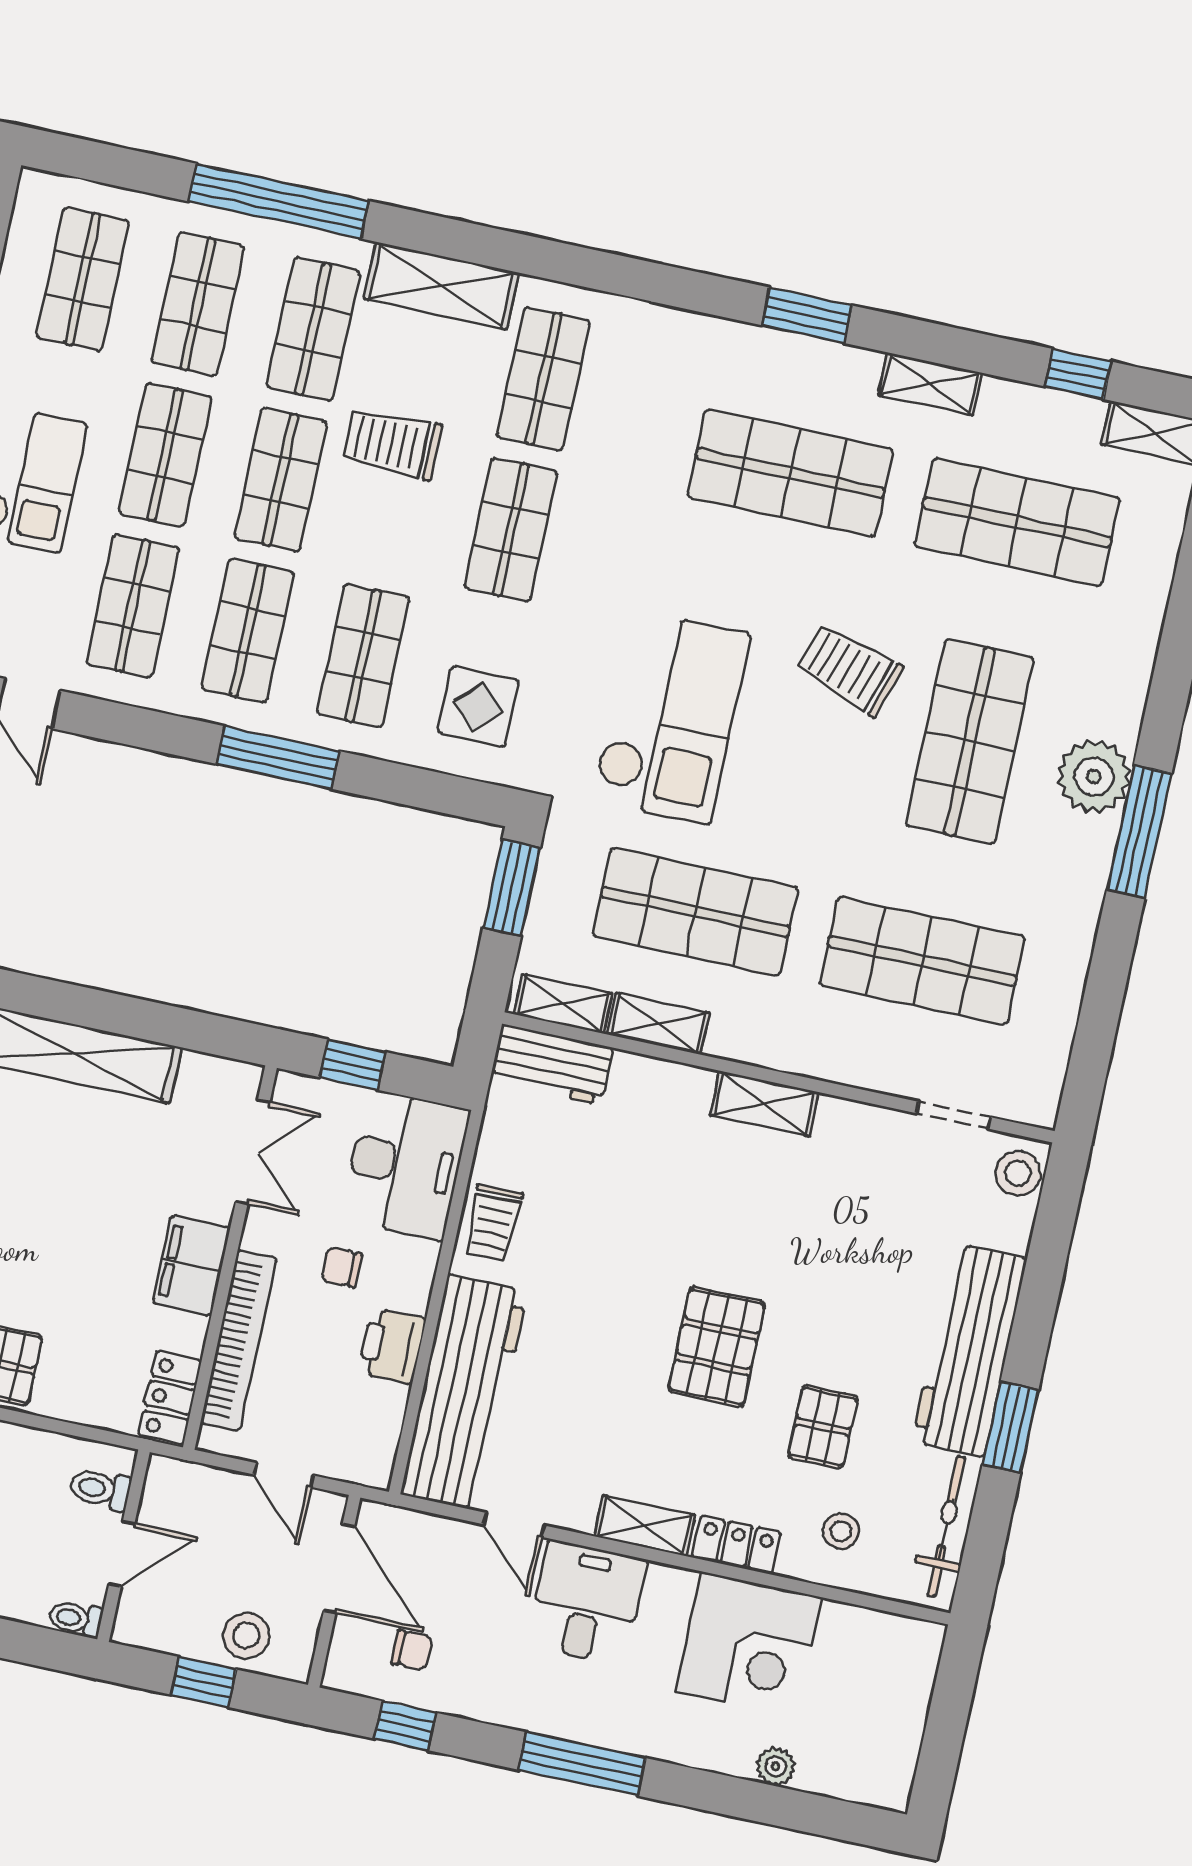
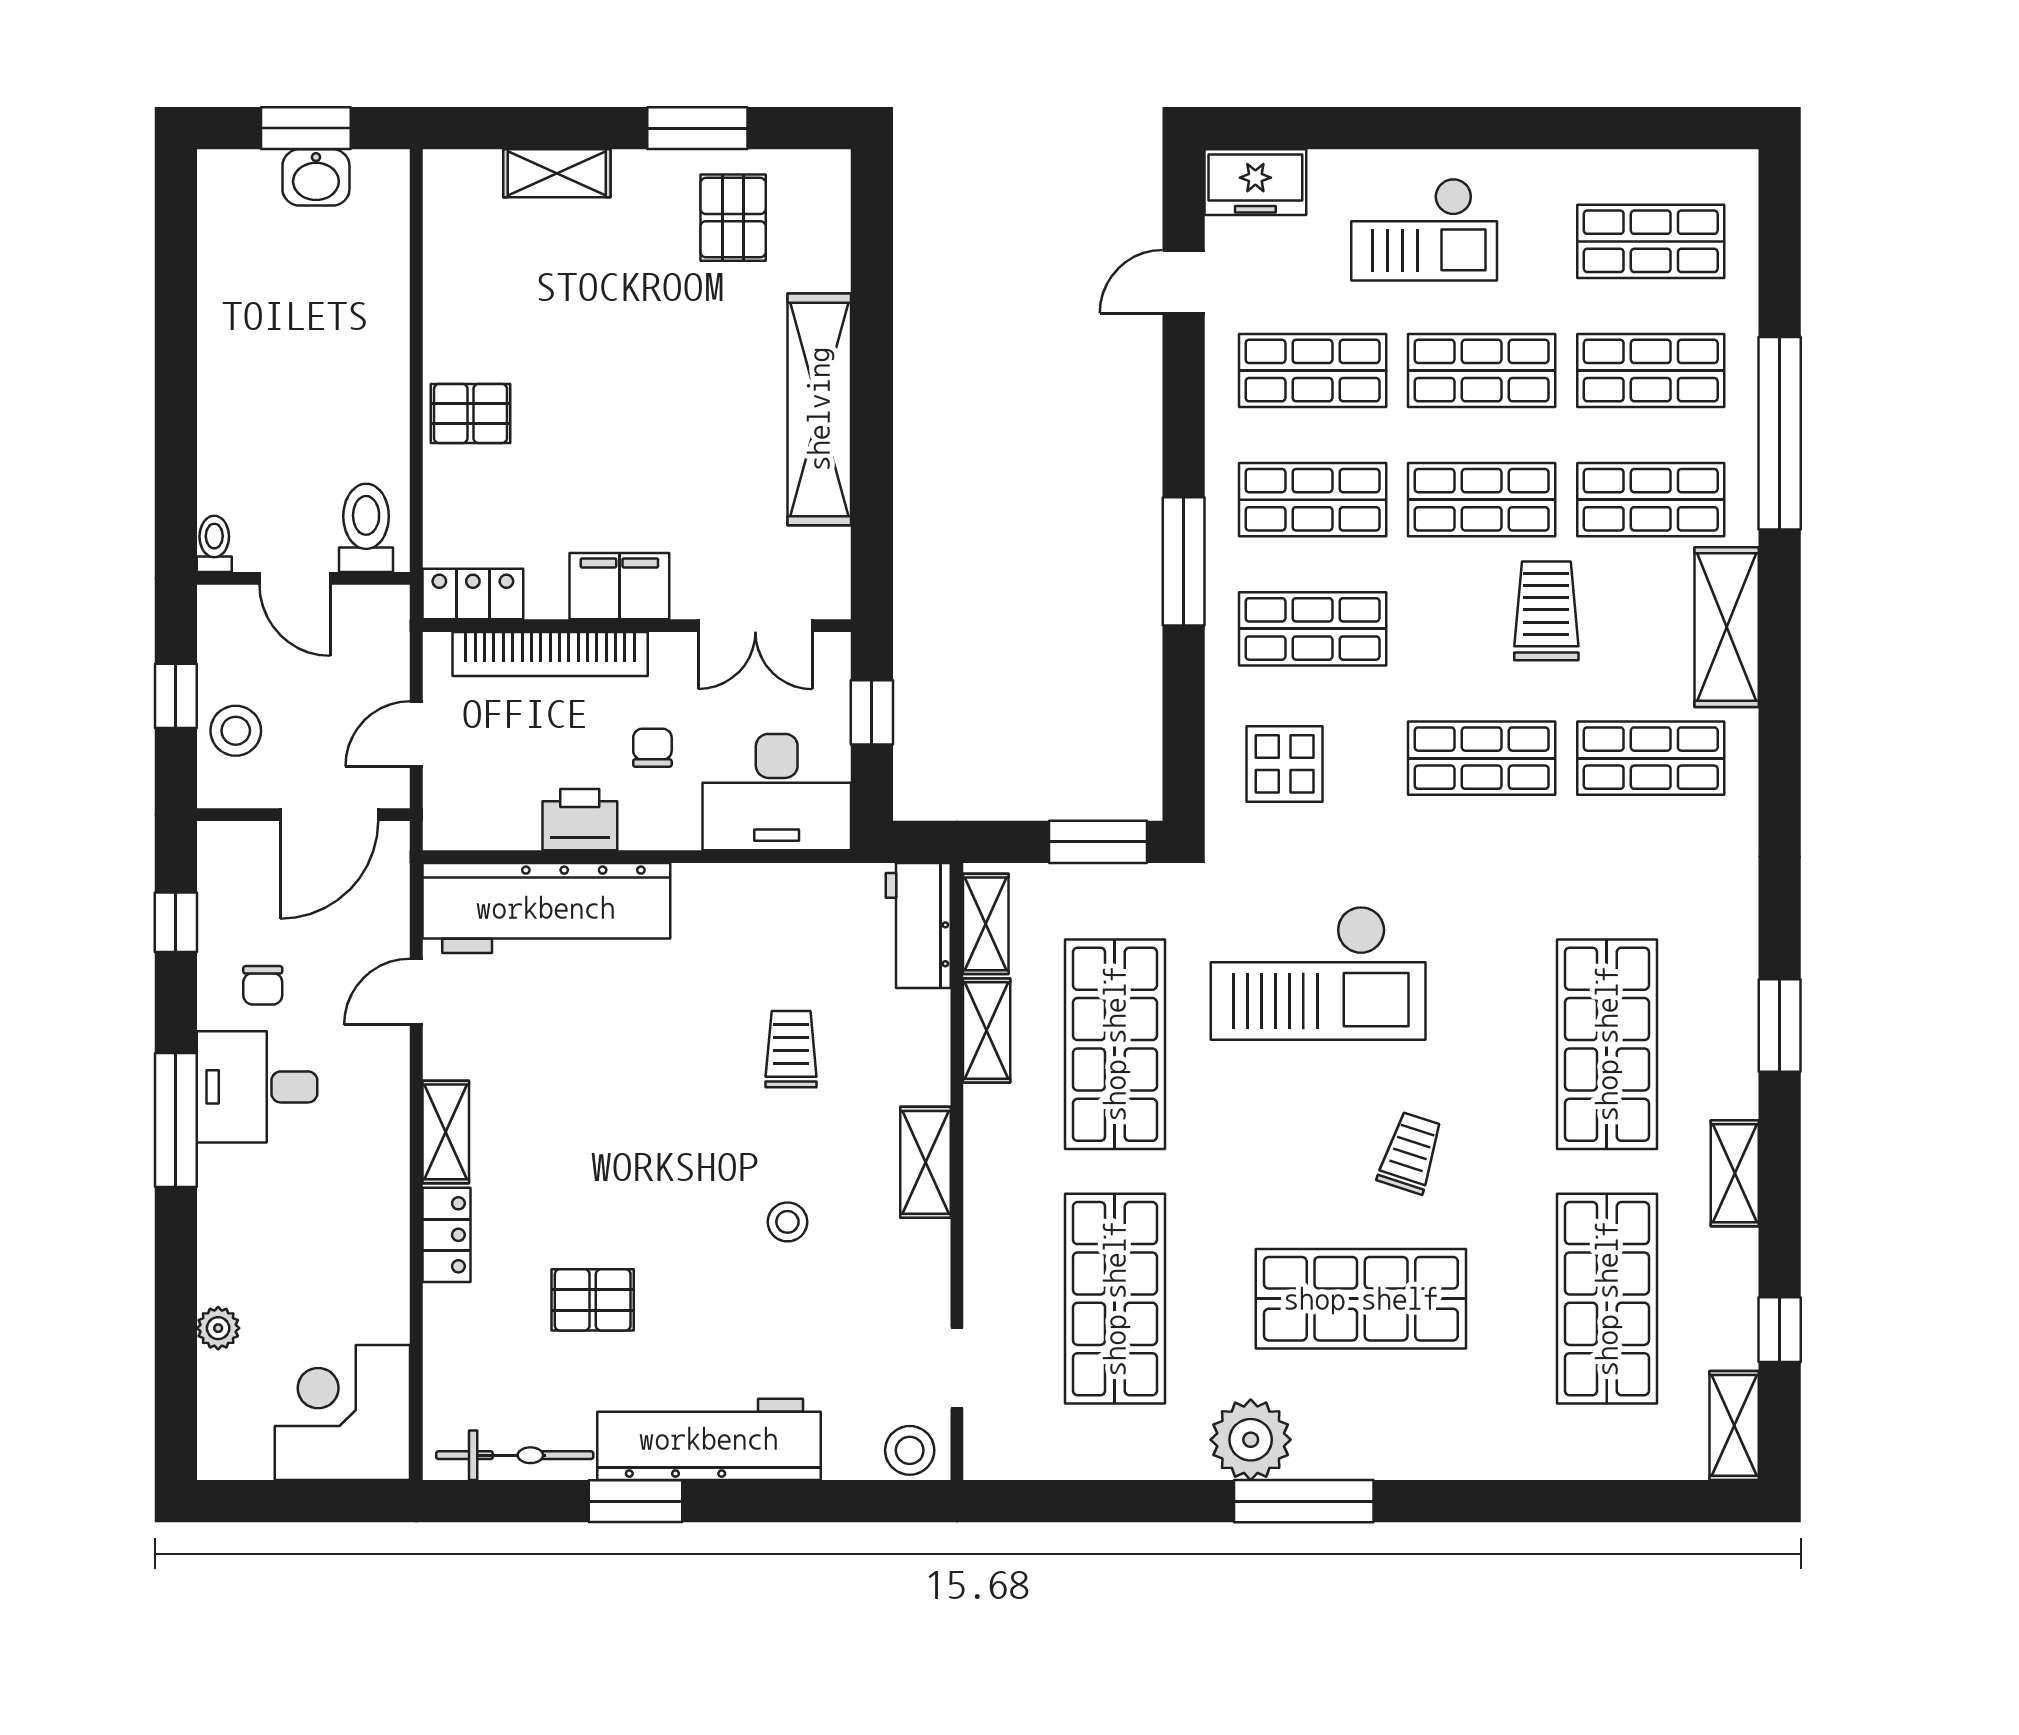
trolley: (849, 669) -> (1410, 1153), width x0.73, depth x0.72
plant: (1094, 776) -> (1251, 1440), moved
trolley: (493, 1223) -> (791, 1049), moved, turned 90
pallet: (717, 1347) -> (654, 1168), removed
toilet: (100, 1489) -> (366, 528), width x1.37, depth x1.39
stool: (841, 1531) -> (787, 1222), moved
desk: (587, 1603) -> (257, 1087), moved, turned 180
corner desk: (749, 1645) -> (342, 1412), moved, turned 90
chair: (412, 1650) -> (263, 985), moved

